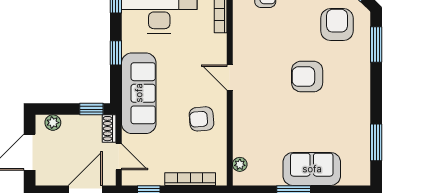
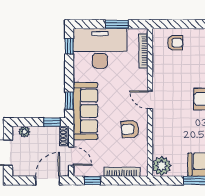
window: (116, 53) -> (69, 101), moved
plant: (240, 164) -> (162, 166), width x1.87, depth x1.87

